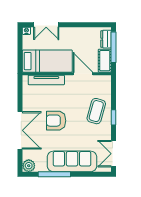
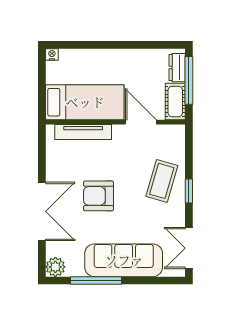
double door: (46, 25) -> (83, 45), removed

